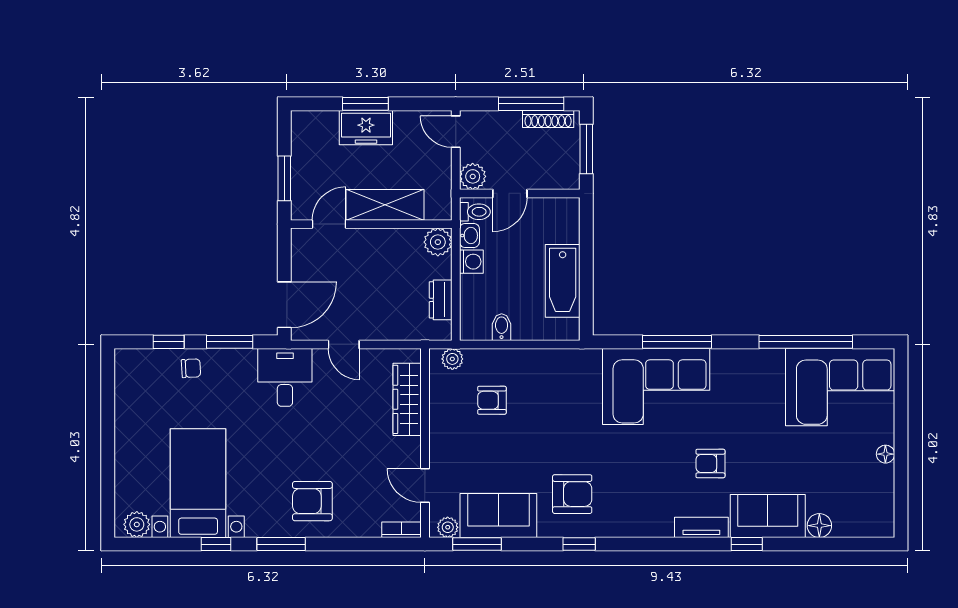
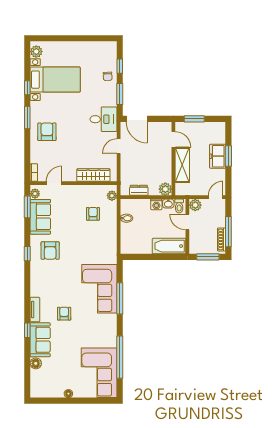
bathtub: (563, 281) -> (169, 246), moved

